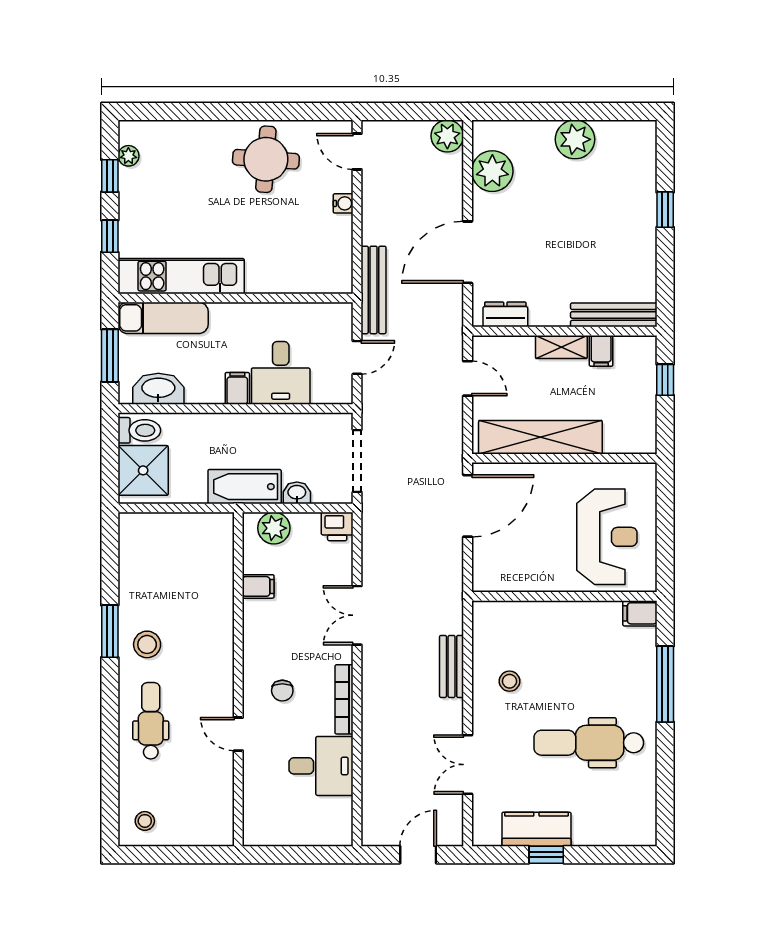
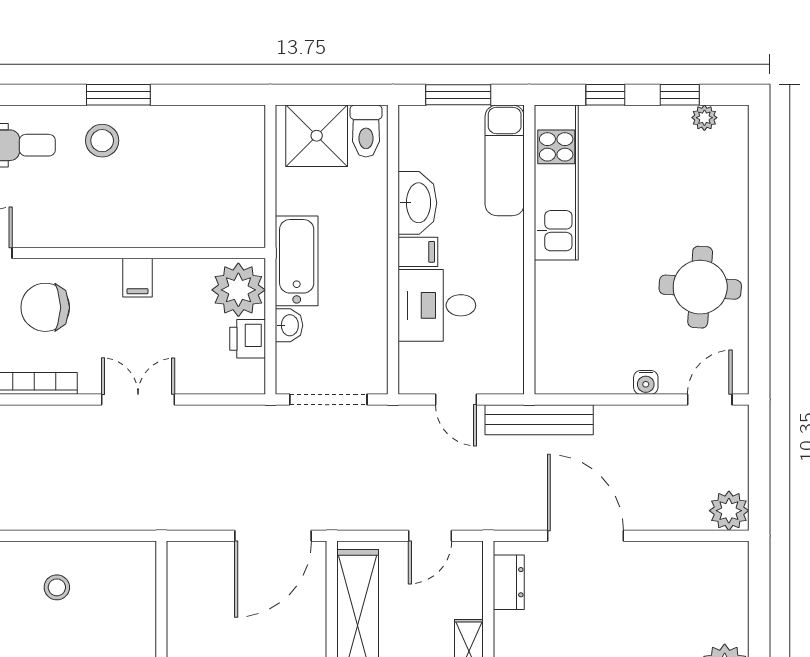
plant: (492, 171) -> (686, 566), removed
washbasin: (158, 389) -> (417, 203), moved
door: (468, 506) -> (273, 536), hinge flipped
printer: (337, 526) -> (248, 339), moved
plant: (274, 528) -> (238, 290), width x1.36, depth x1.36
filing cabinet: (258, 586) -> (138, 278), moved
bench: (452, 666) -> (75, 516), removed
chair: (282, 691) -> (45, 307), width x1.87, depth x1.87

